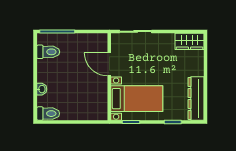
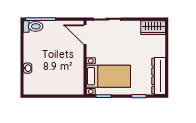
toilet: (48, 52) -> (33, 26), moved
door: (109, 64) -> (85, 35), moved
toilet: (48, 114) -> (33, 89), removed

